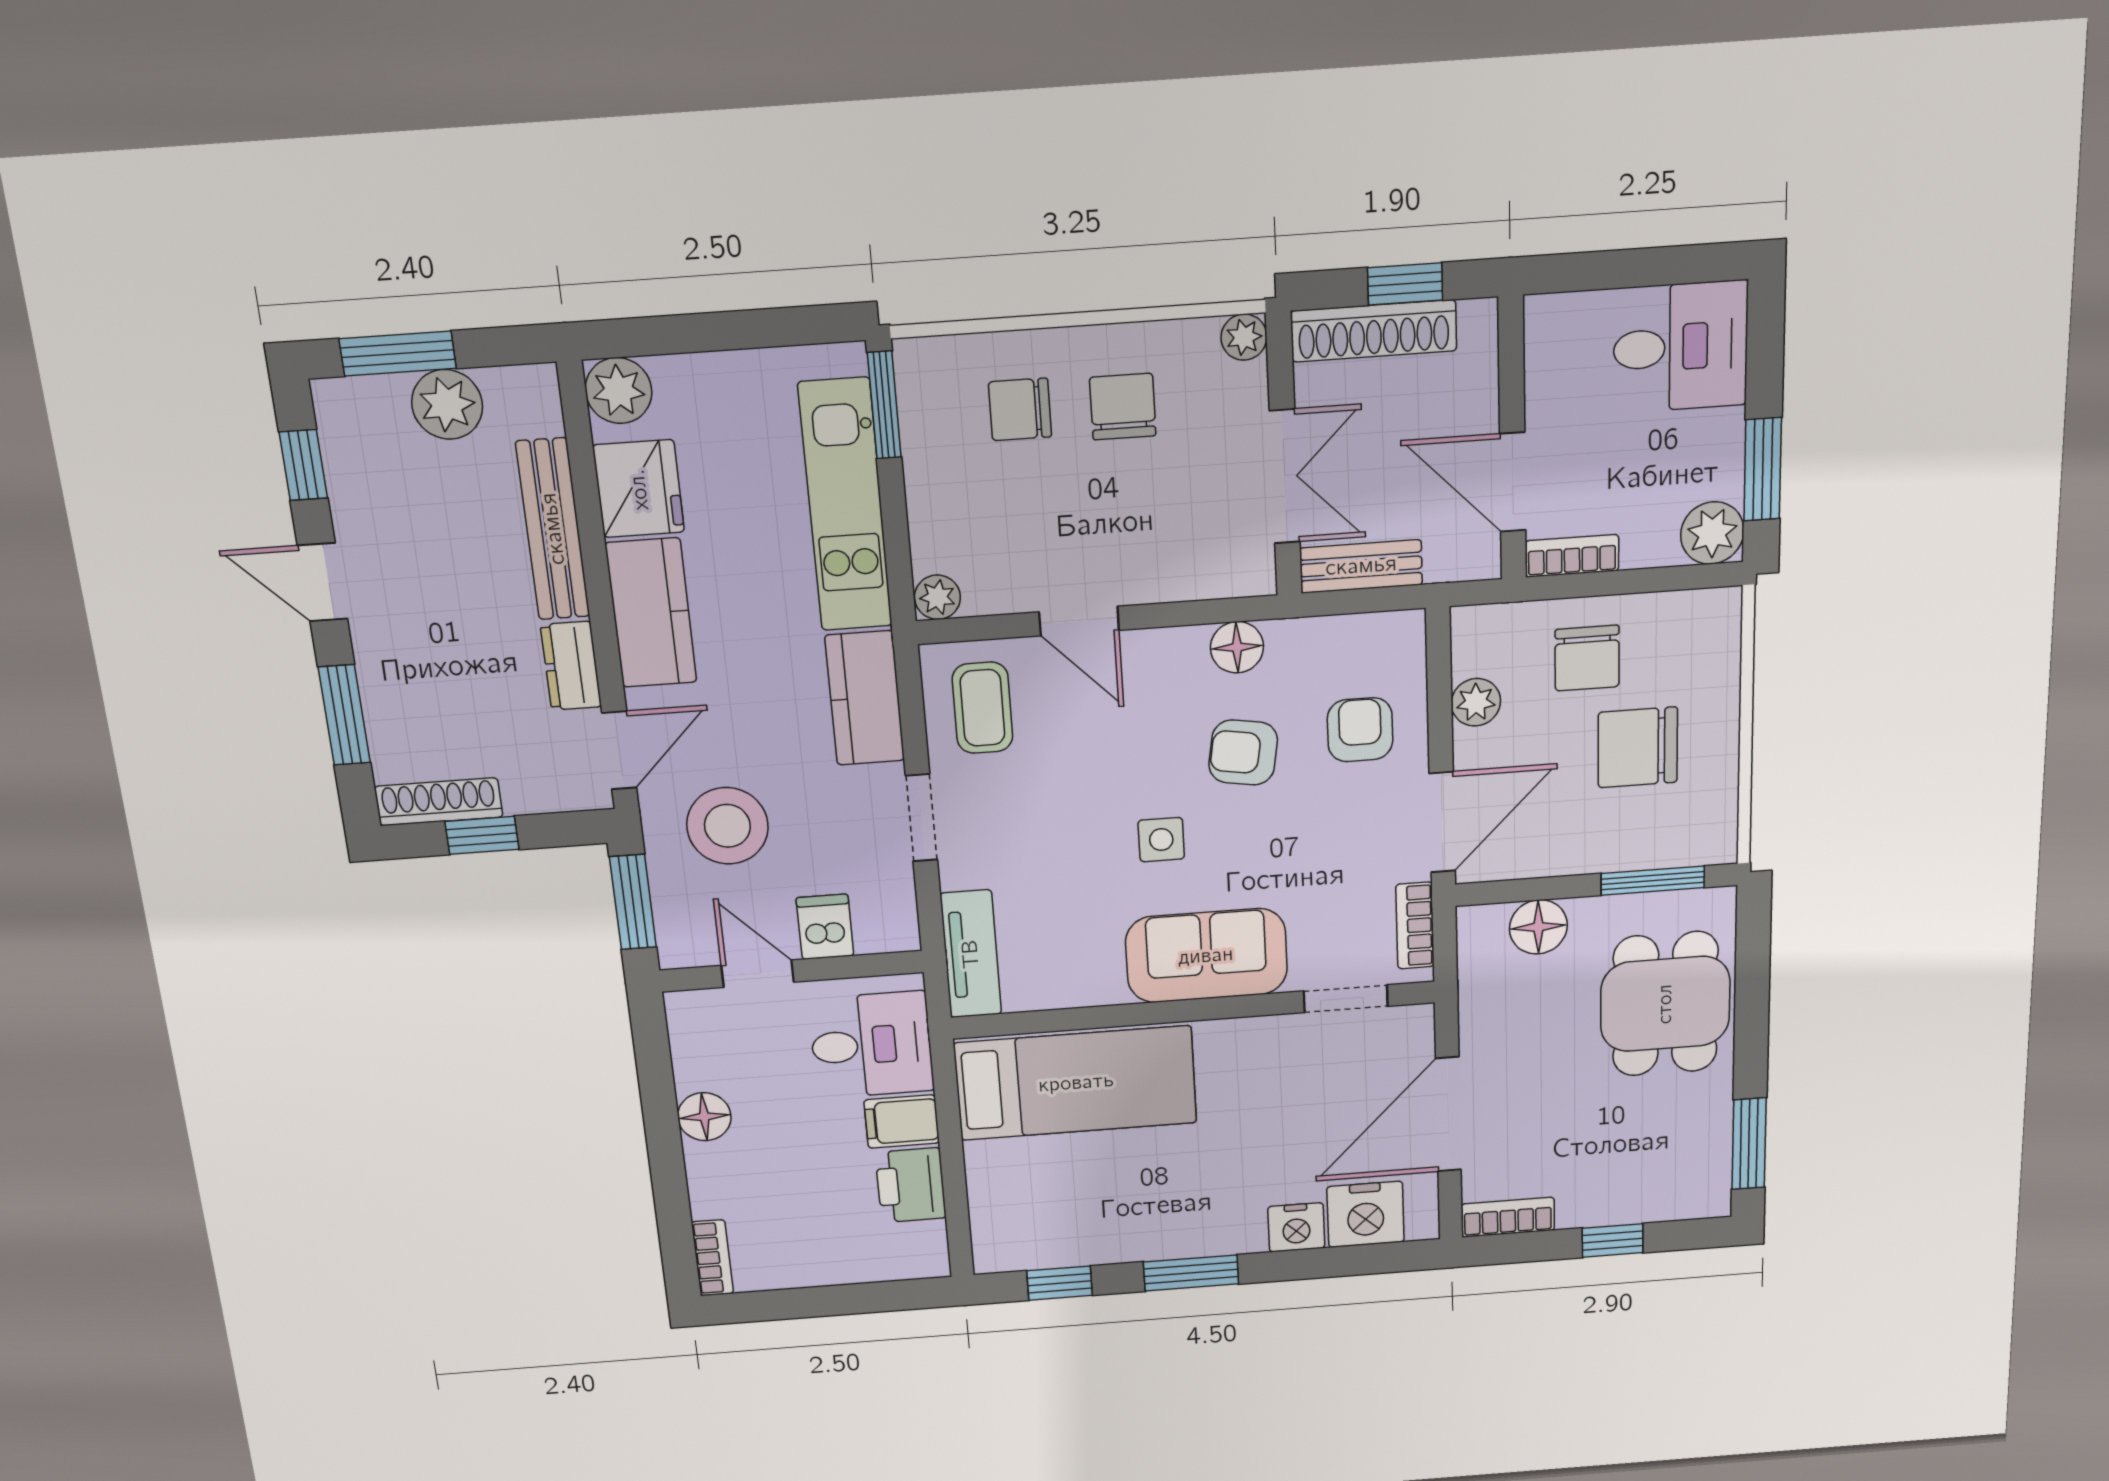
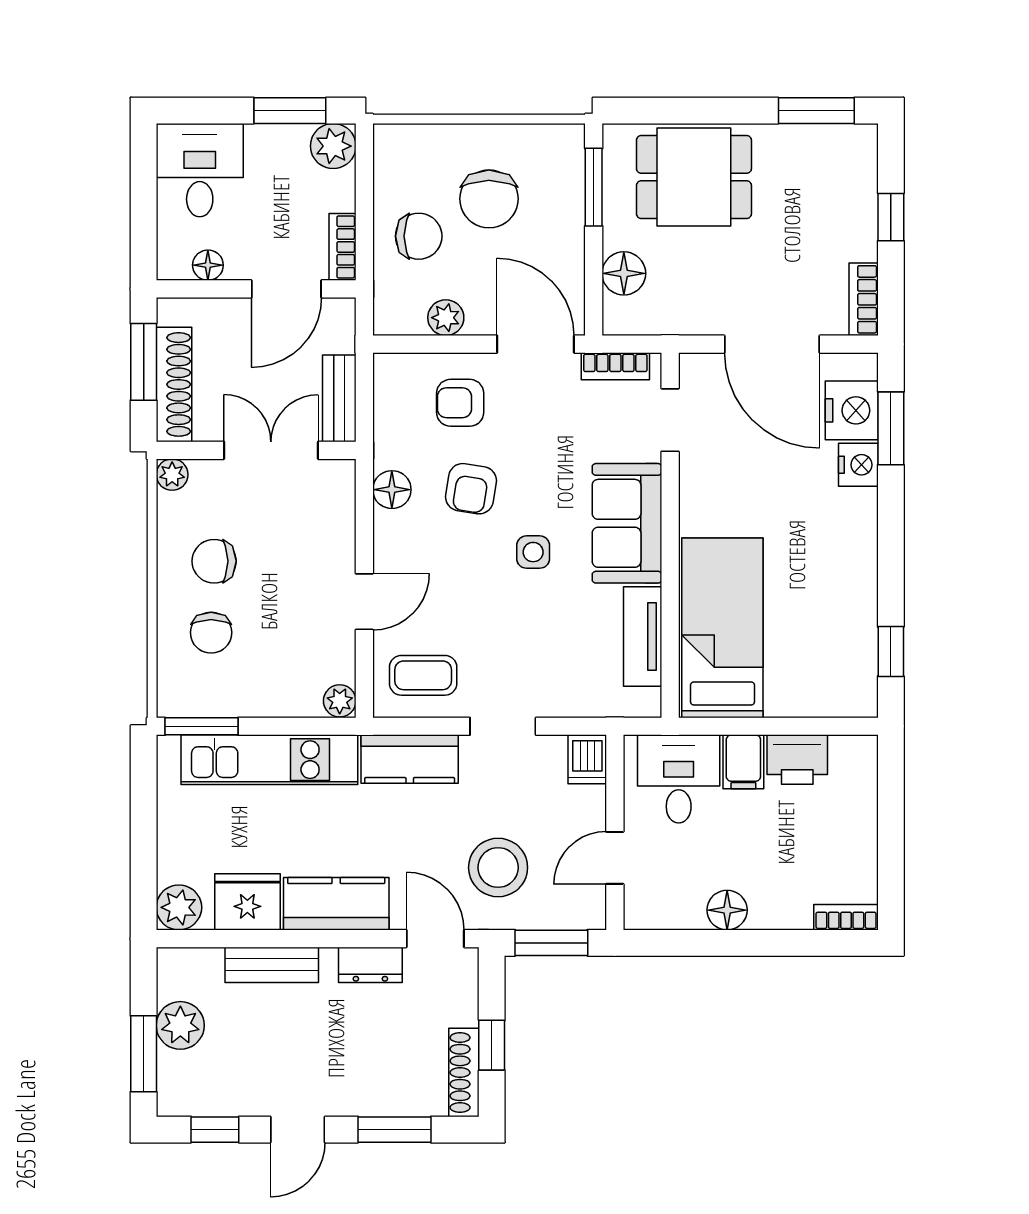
window: (1405, 284) -> (144, 362), width x1.50
floor lamp: (1545, 368) -> (208, 265), added
bench: (553, 529) -> (272, 965), width x0.73
dishwasher: (825, 927) -> (587, 759), moved, turned -90
tv unit: (971, 954) -> (643, 636), moved, turned -90
window: (1191, 1273) -> (891, 428), moved

